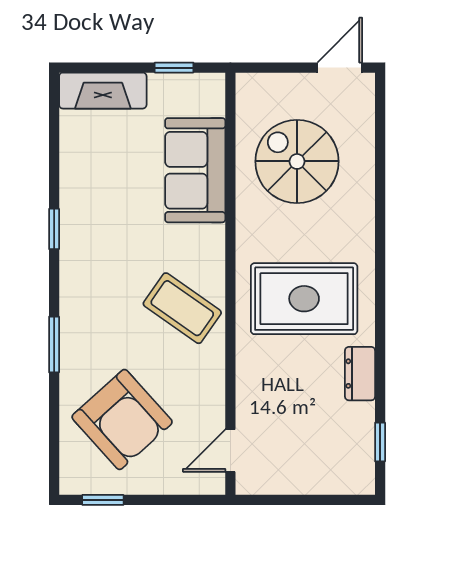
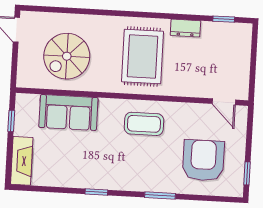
coffee table: (182, 308) -> (144, 124), turned 55
armchair: (122, 419) -> (203, 160), turned -48

